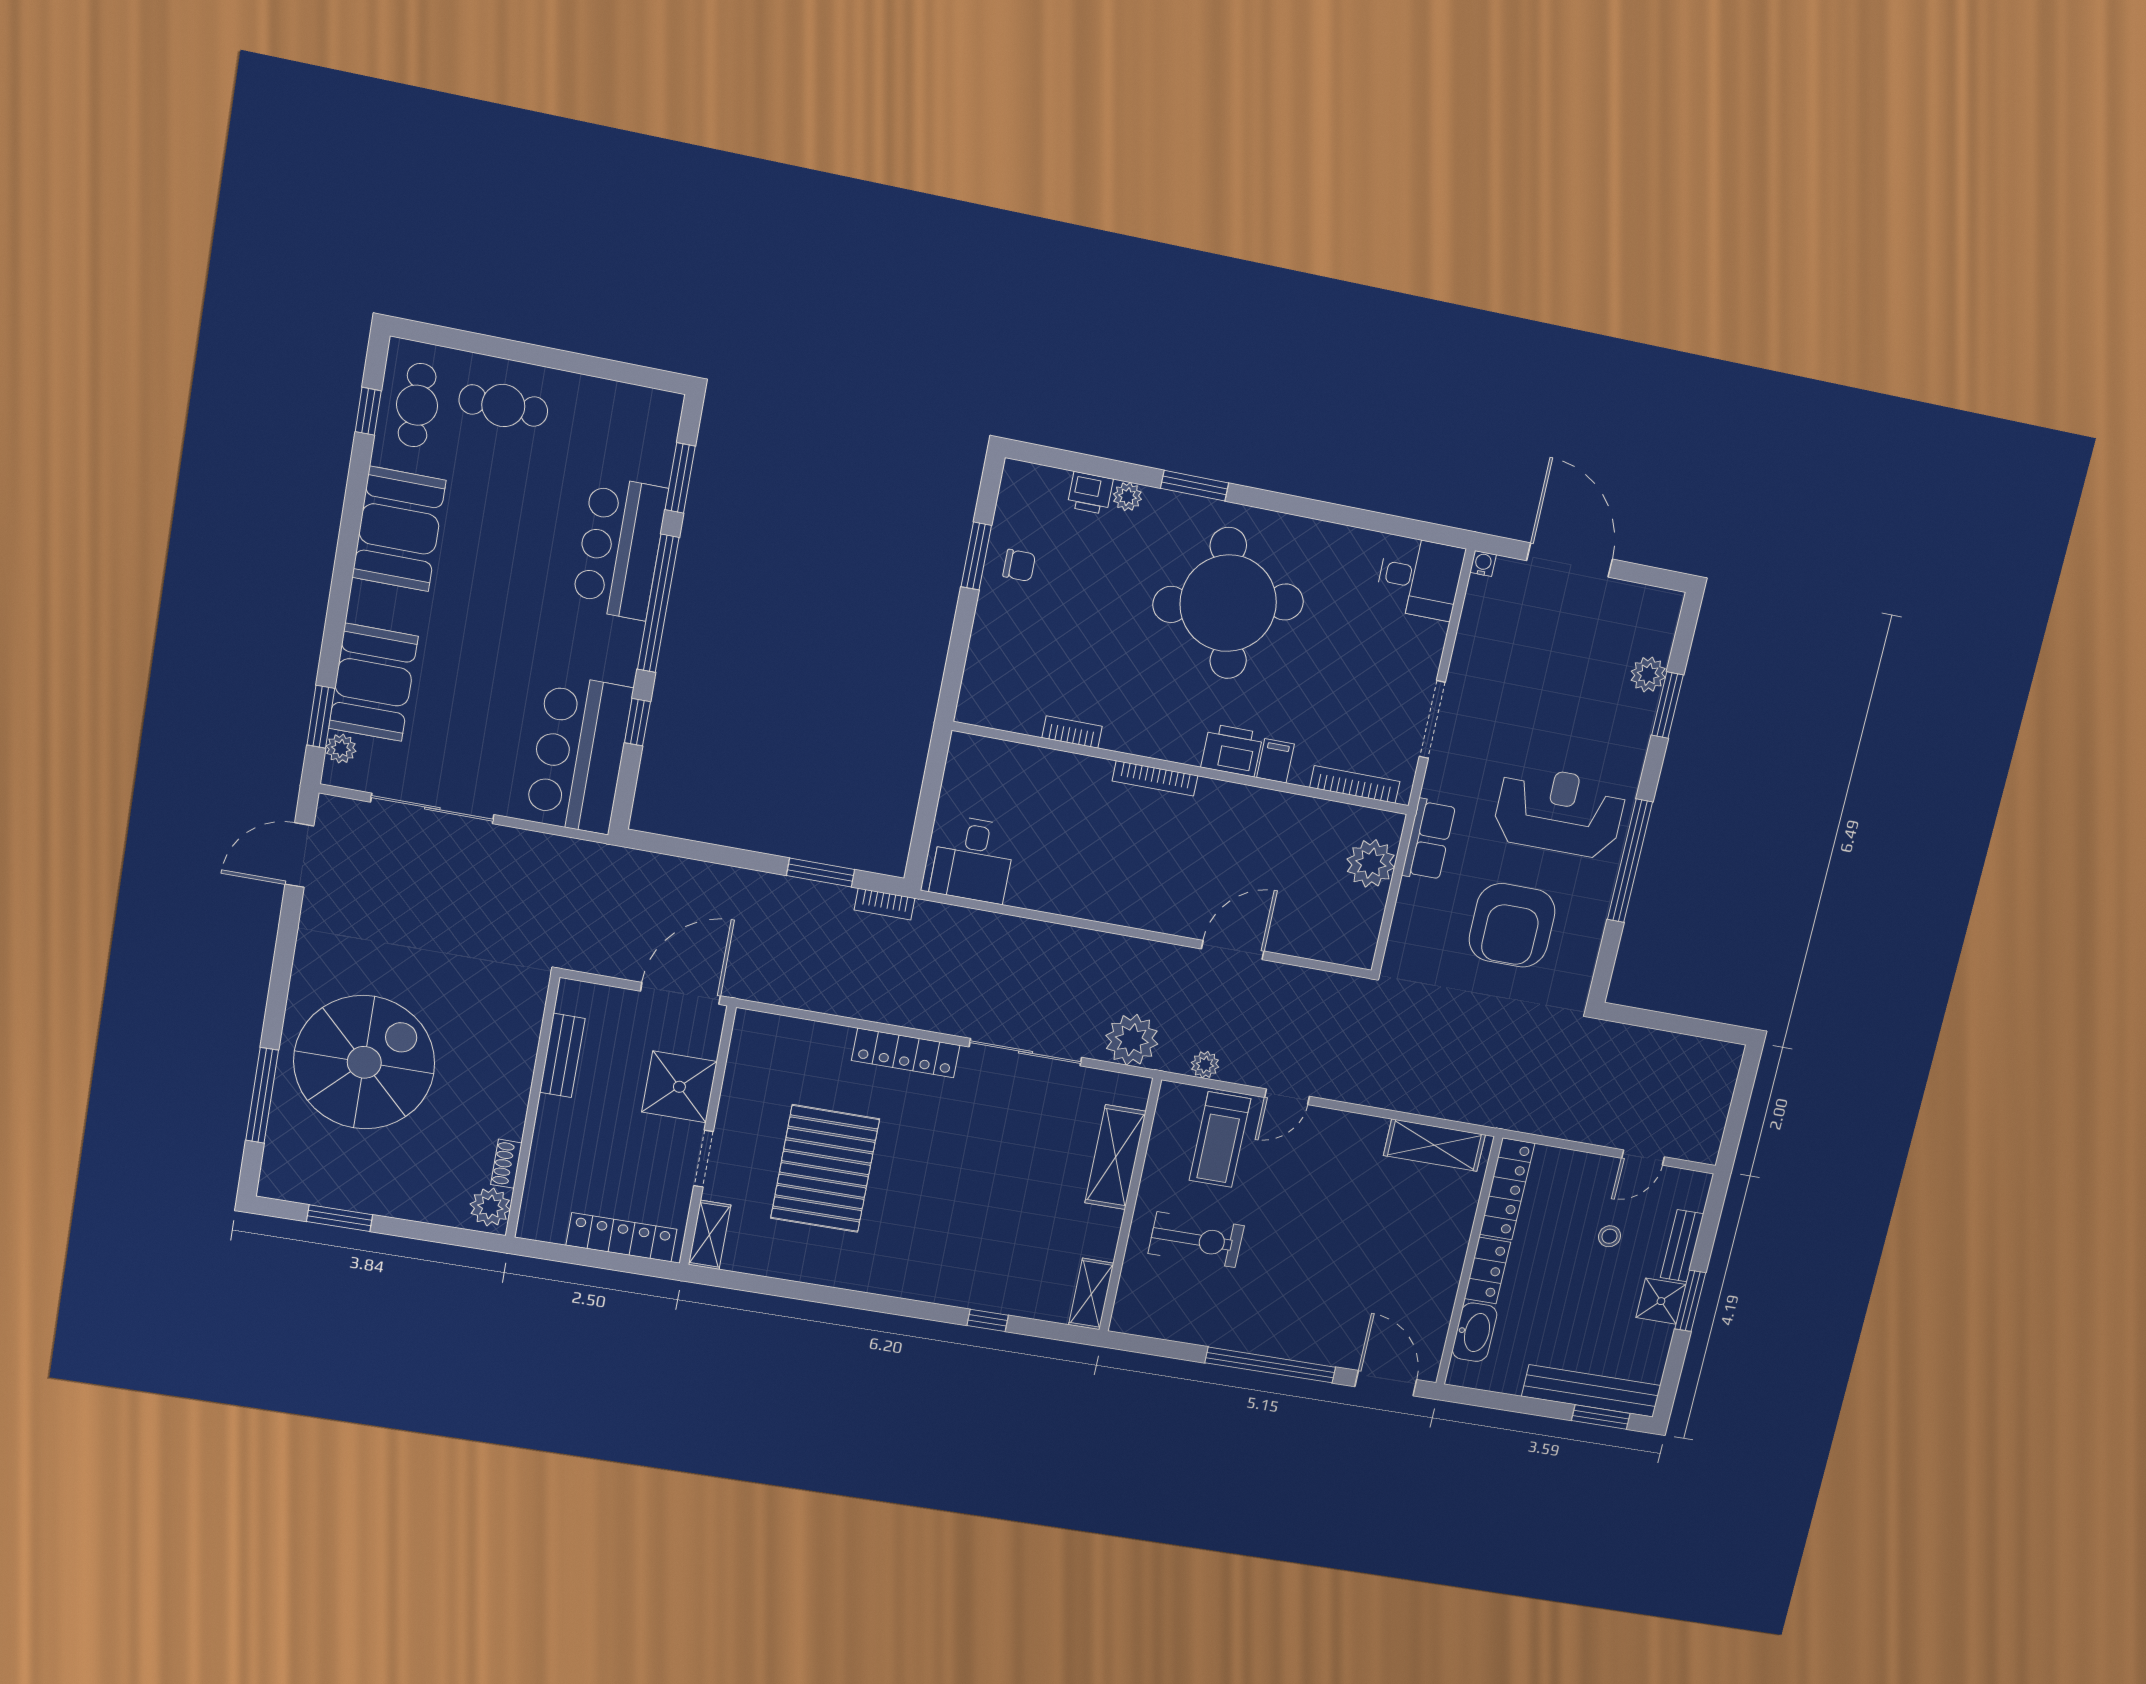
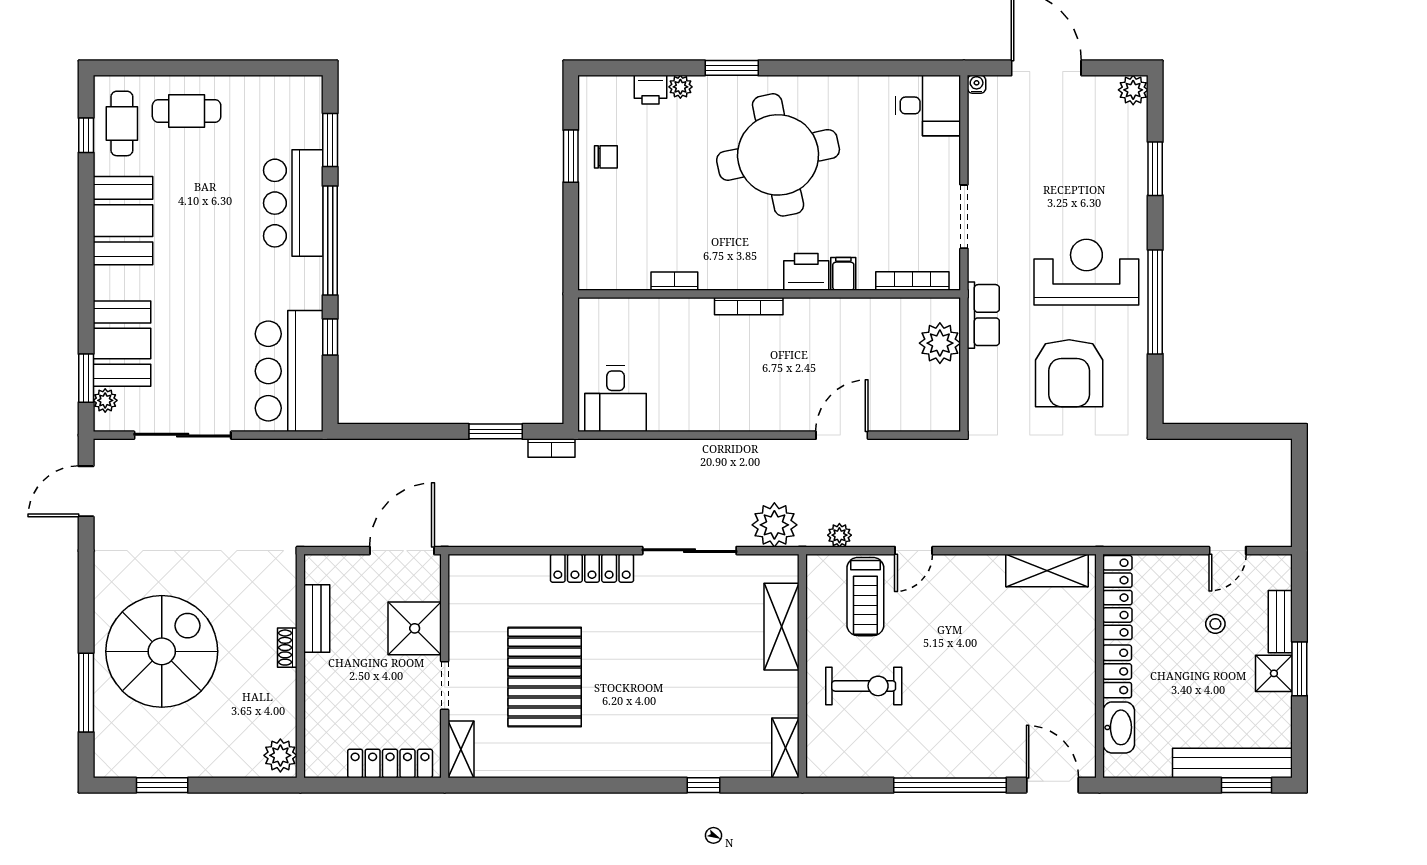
plant: (1648, 674) -> (1133, 90), moved
shoe rack: (506, 1164) -> (287, 648), moved

